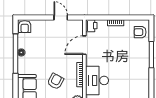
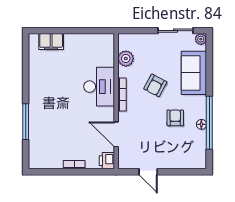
armchair: (25, 27) -> (175, 118), moved
armchair: (140, 32) -> (41, 152), removed
door: (84, 45) -> (116, 134), swing flipped

